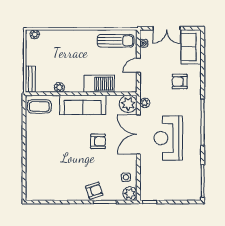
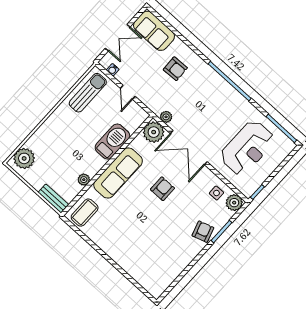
plant: (35, 34) -> (24, 158), width x1.88, depth x1.88
armchair: (180, 82) -> (175, 69), turned -92
reception desk: (168, 138) -> (247, 148), moved, turned -90

